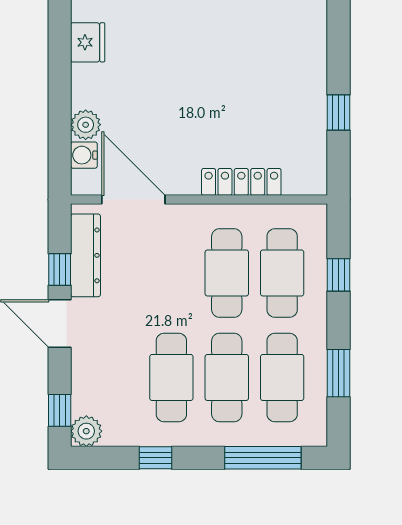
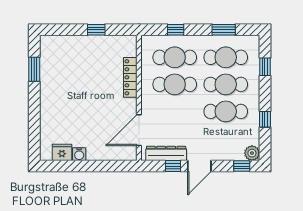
plant: (86, 125) -> (102, 153), removed
water cooler: (84, 155) -> (79, 154), moved
window: (263, 458) -> (265, 67), width x0.46

